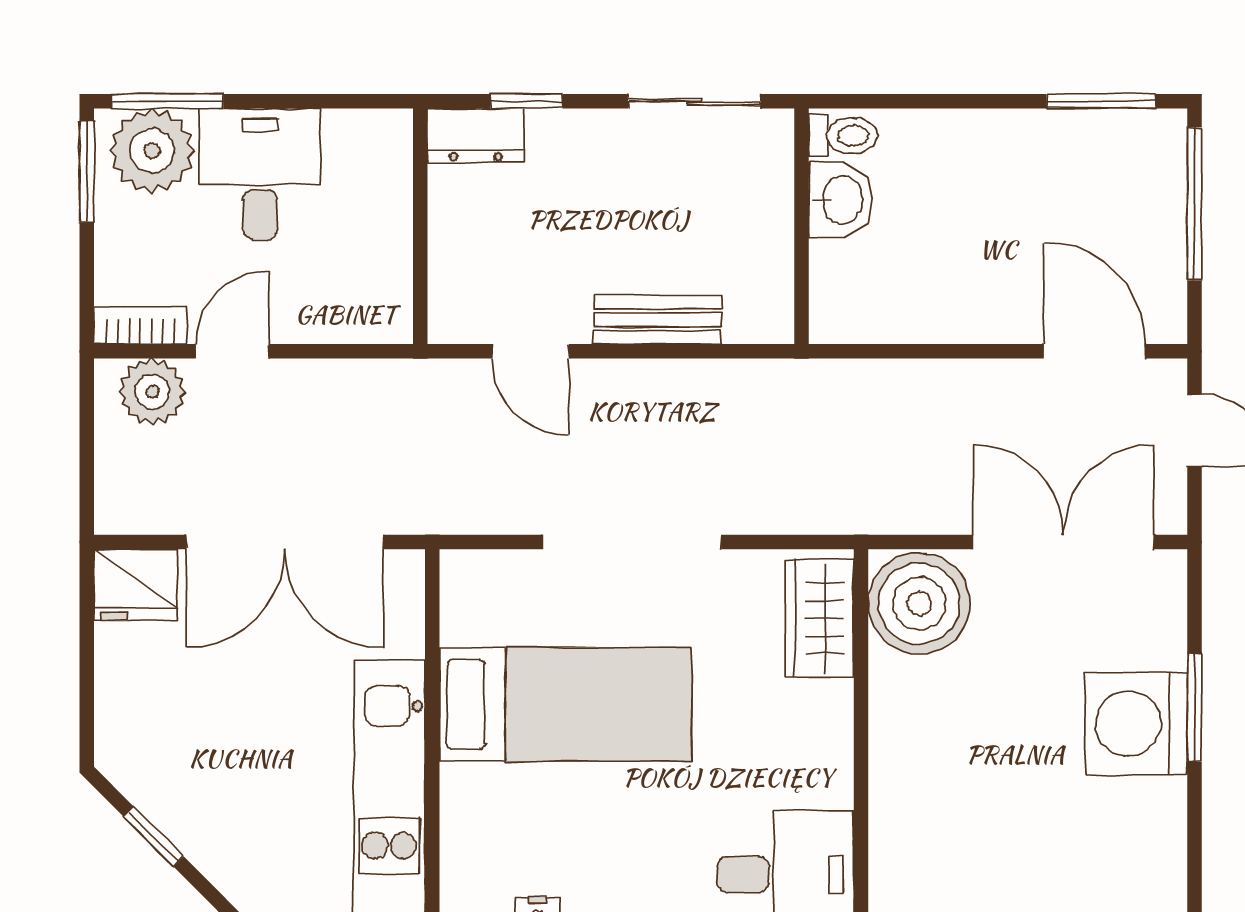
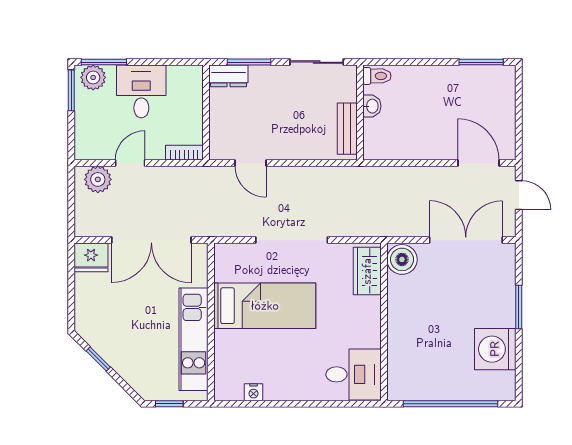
window: (527, 101) -> (249, 62), width x1.50
plant: (152, 151) -> (93, 77), width x0.73, depth x0.73
washbasin: (841, 200) -> (372, 106), width x0.72, depth x0.69
window: (1195, 204) -> (519, 104), removed
bench: (658, 320) -> (347, 129), moved, turned 90
bookcase: (140, 326) -> (184, 153), moved
boiler: (919, 603) -> (402, 259), width x0.73, depth x0.73
washing machine: (1136, 724) -> (495, 349), moved

